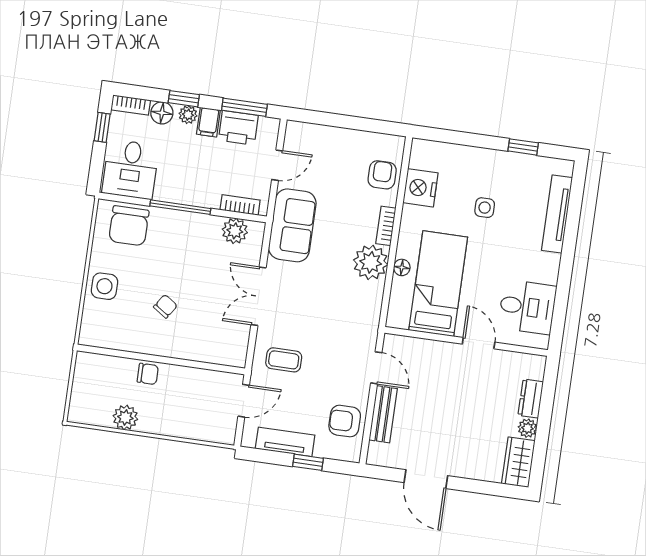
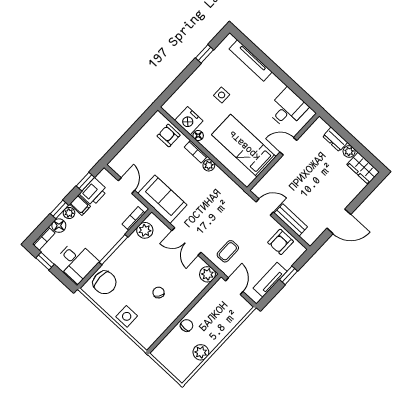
window: (244, 107) -> (85, 182), width x0.67
plant: (371, 262) -> (209, 165), width x0.53, depth x0.53
floor lamp: (402, 267) -> (198, 136), moved
plant: (235, 354) -> (208, 274), added

